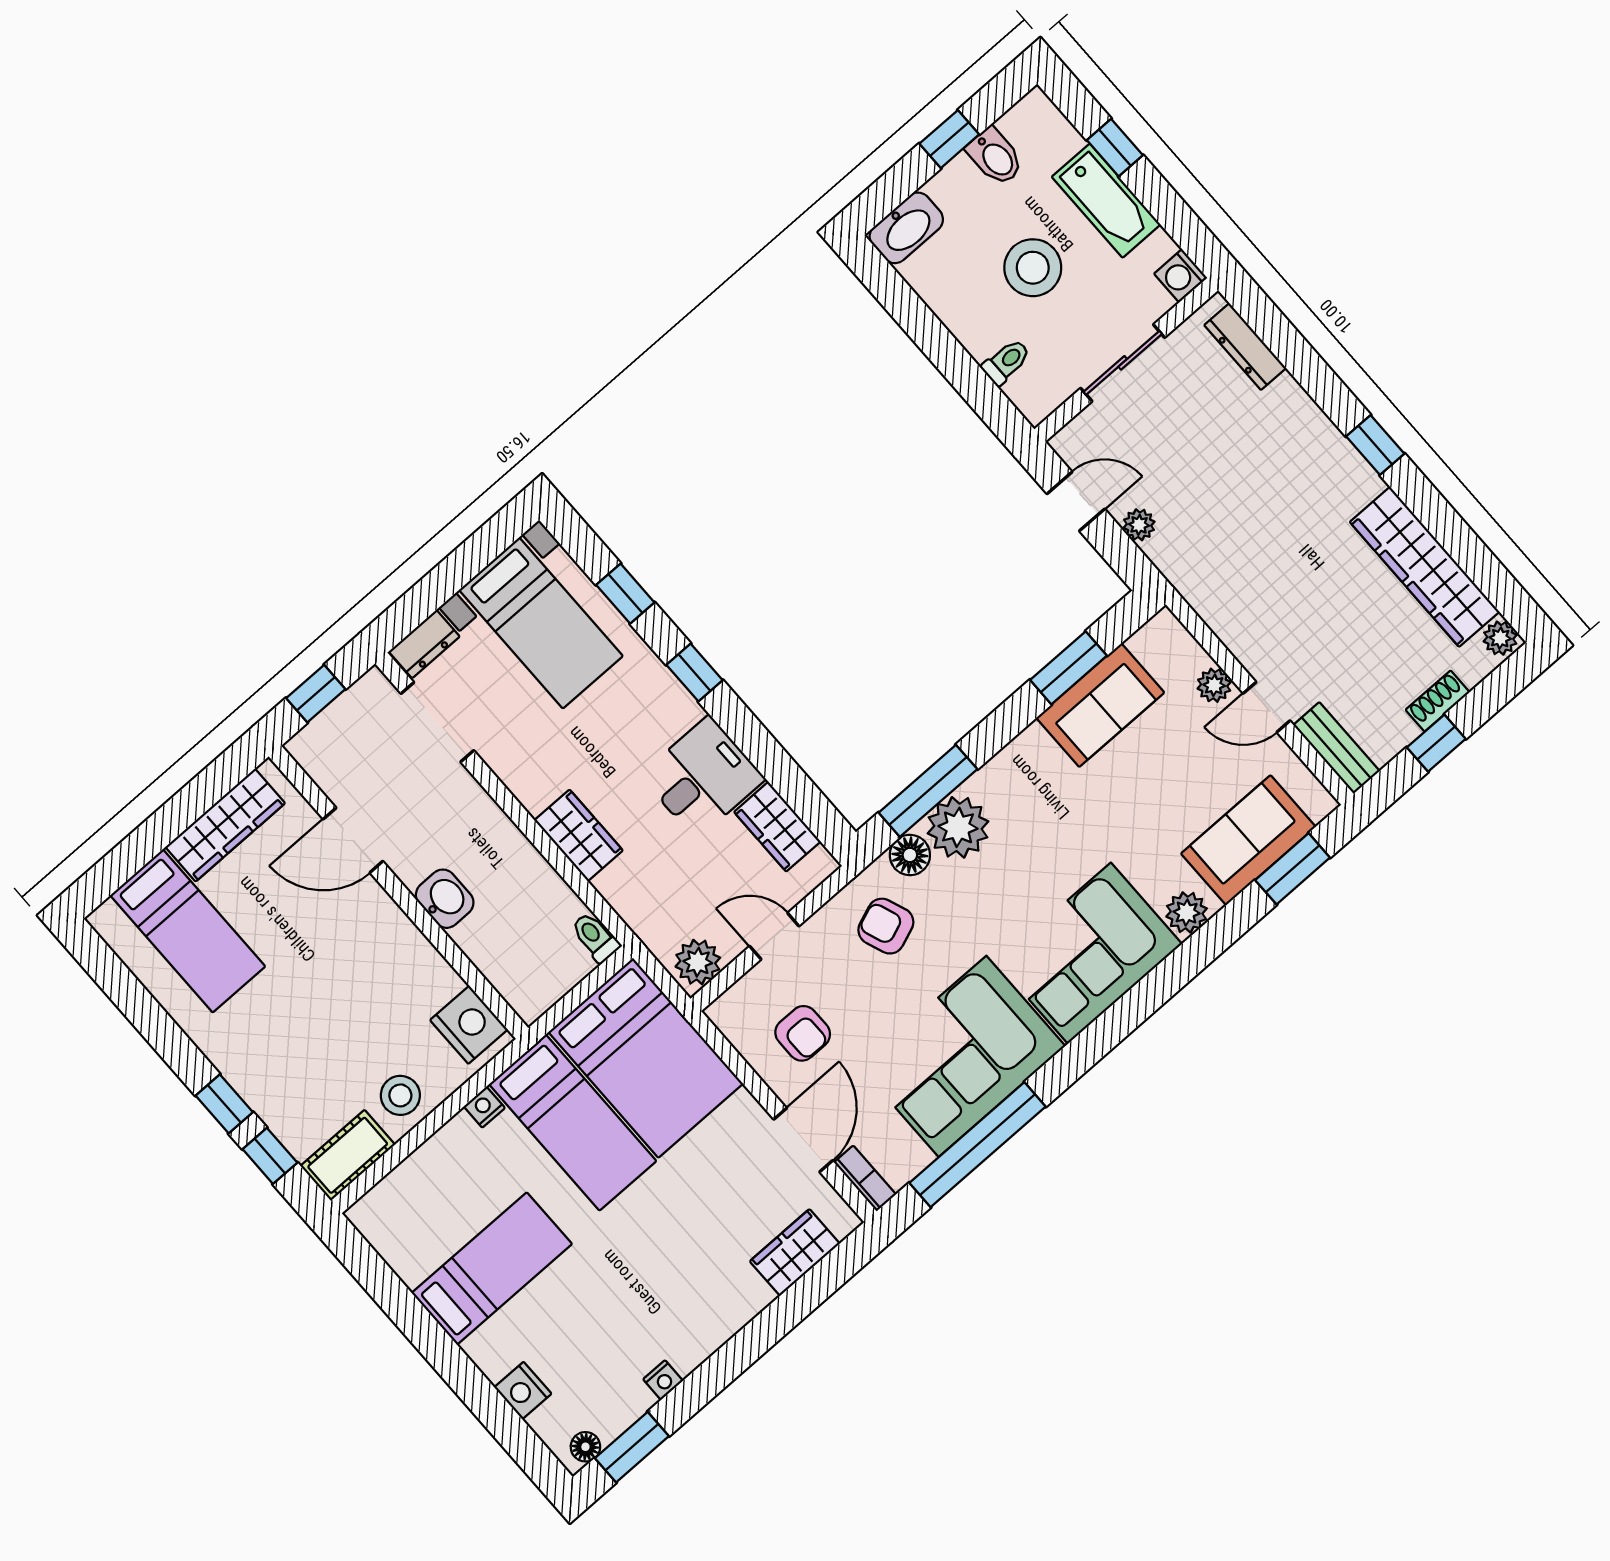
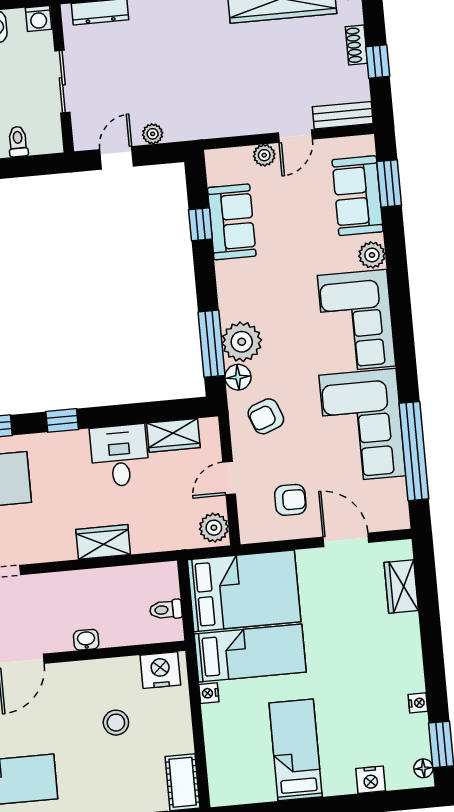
window: (1069, 668) -> (200, 224), width x0.67
washbasin: (445, 899) -> (86, 640), width x0.72, depth x0.69
toilet: (595, 937) -> (166, 610), moved
stool: (400, 1095) -> (116, 723), moved
bookcase: (865, 1178) -> (389, 522), removed

